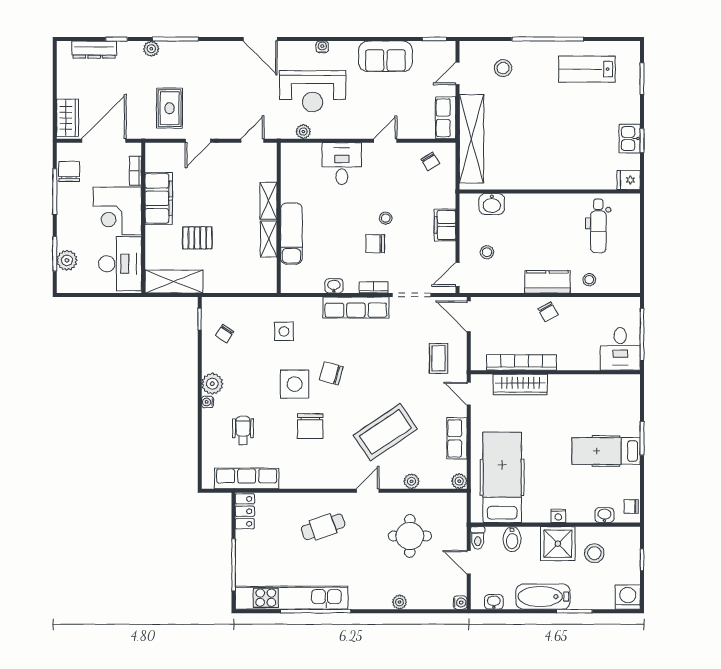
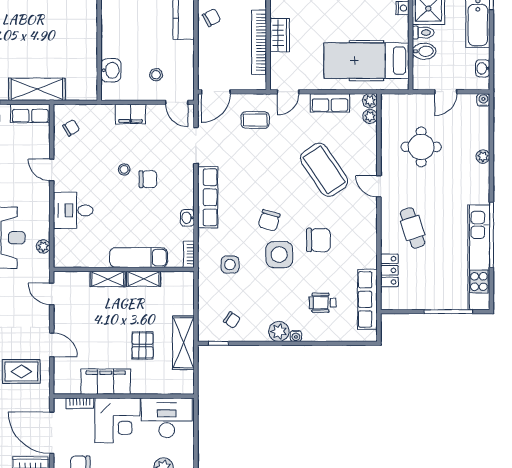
shelving: (471, 139) -> (37, 89), width x0.68
chair: (375, 244) -> (148, 179), turned -90
shelving: (174, 282) -> (183, 343), moved
bookcase: (373, 287) -> (189, 254), moved
wardrobe: (520, 384) -> (280, 35), width x0.67
plant: (412, 481) -> (370, 116), moved
locker: (245, 511) -> (389, 270), moved, turned 90
toilet: (478, 538) -> (423, 33), moved

